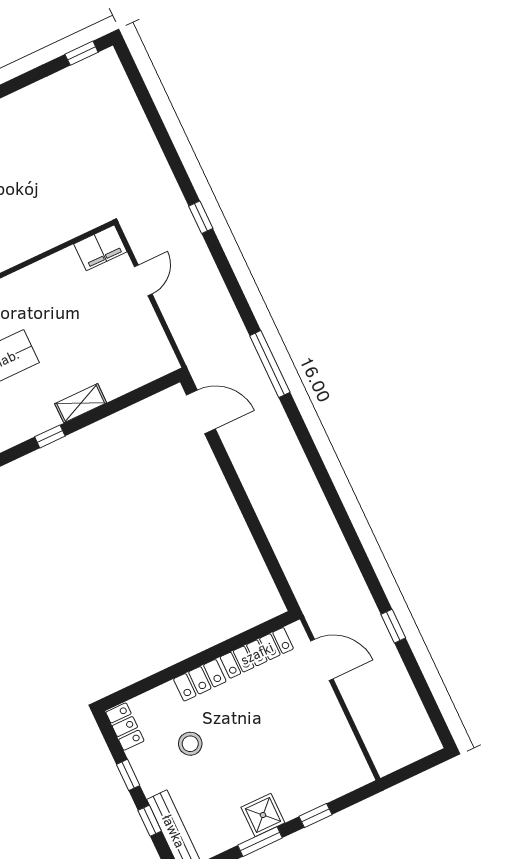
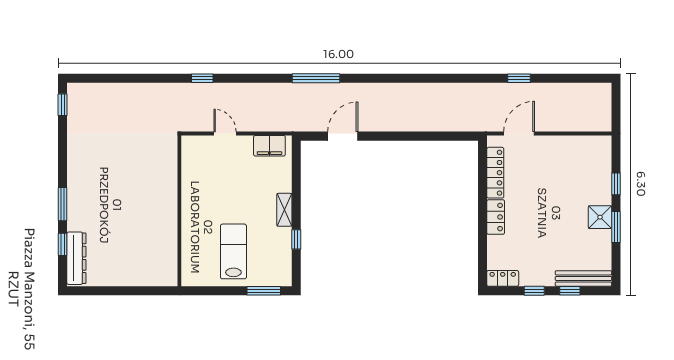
filing cabinet: (100, 248) -> (269, 146), moved, turned 90
door: (201, 412) -> (343, 136), moved
stool: (190, 744) -> (533, 242), removed

